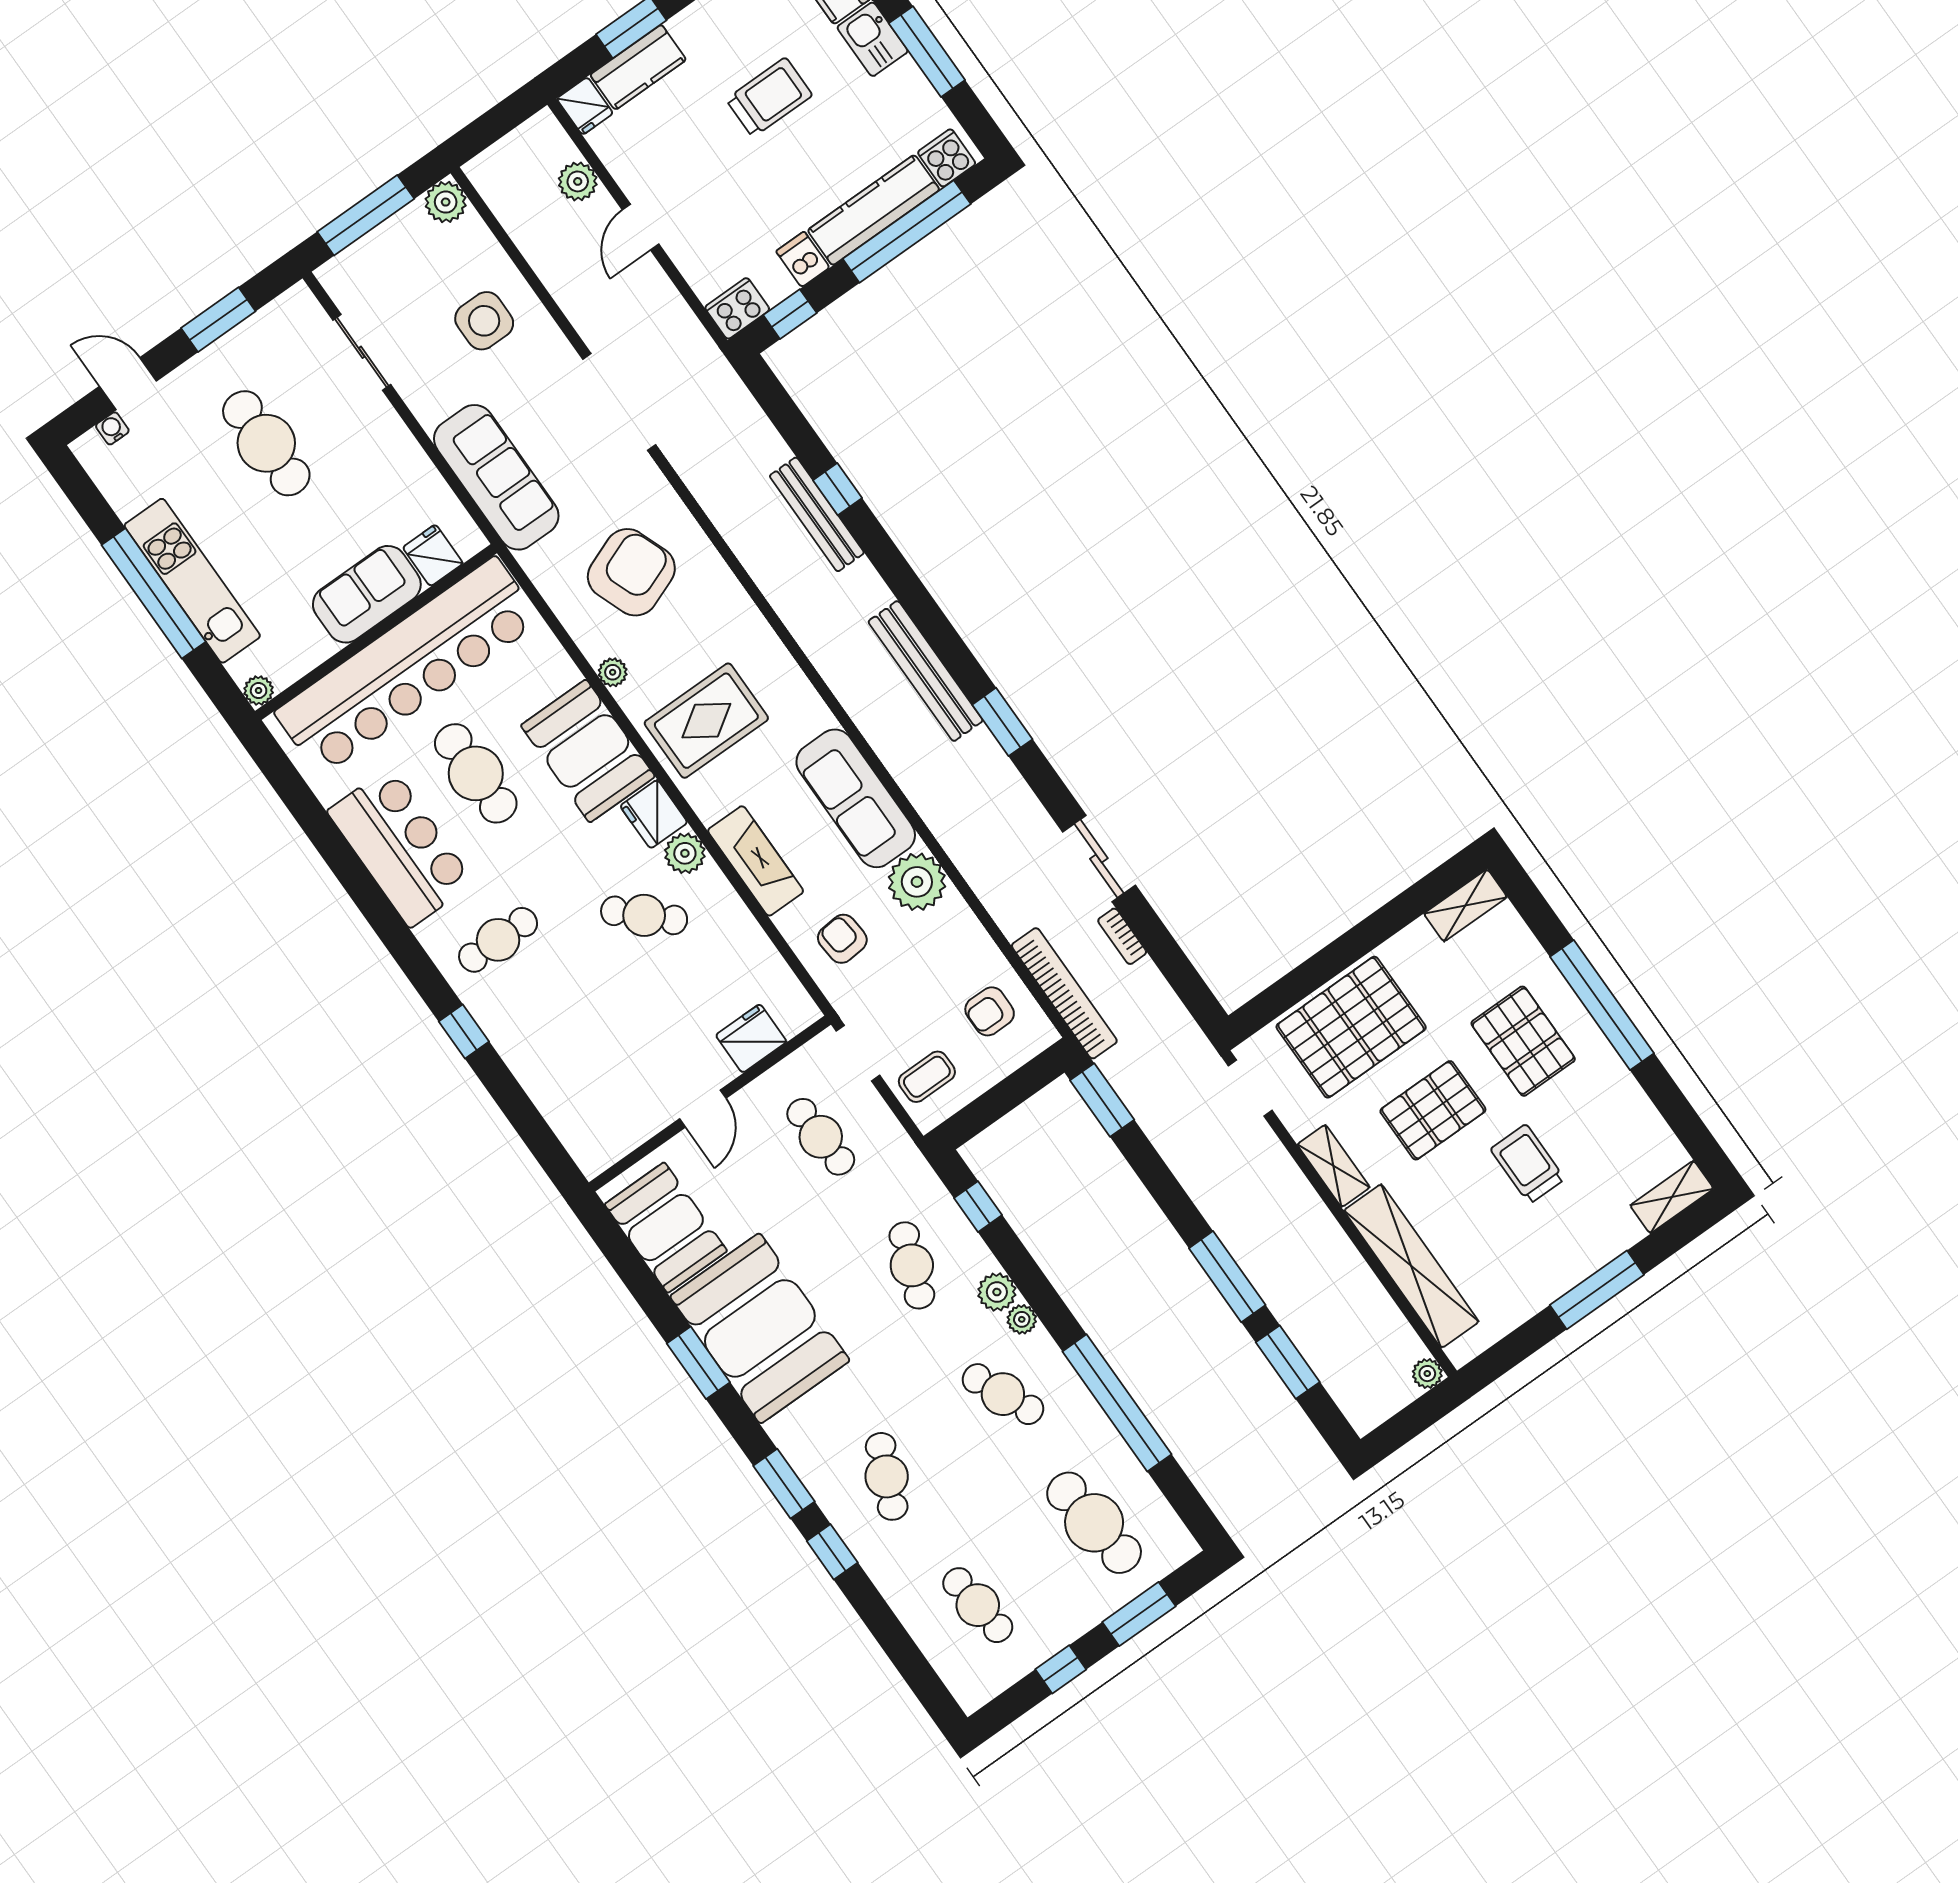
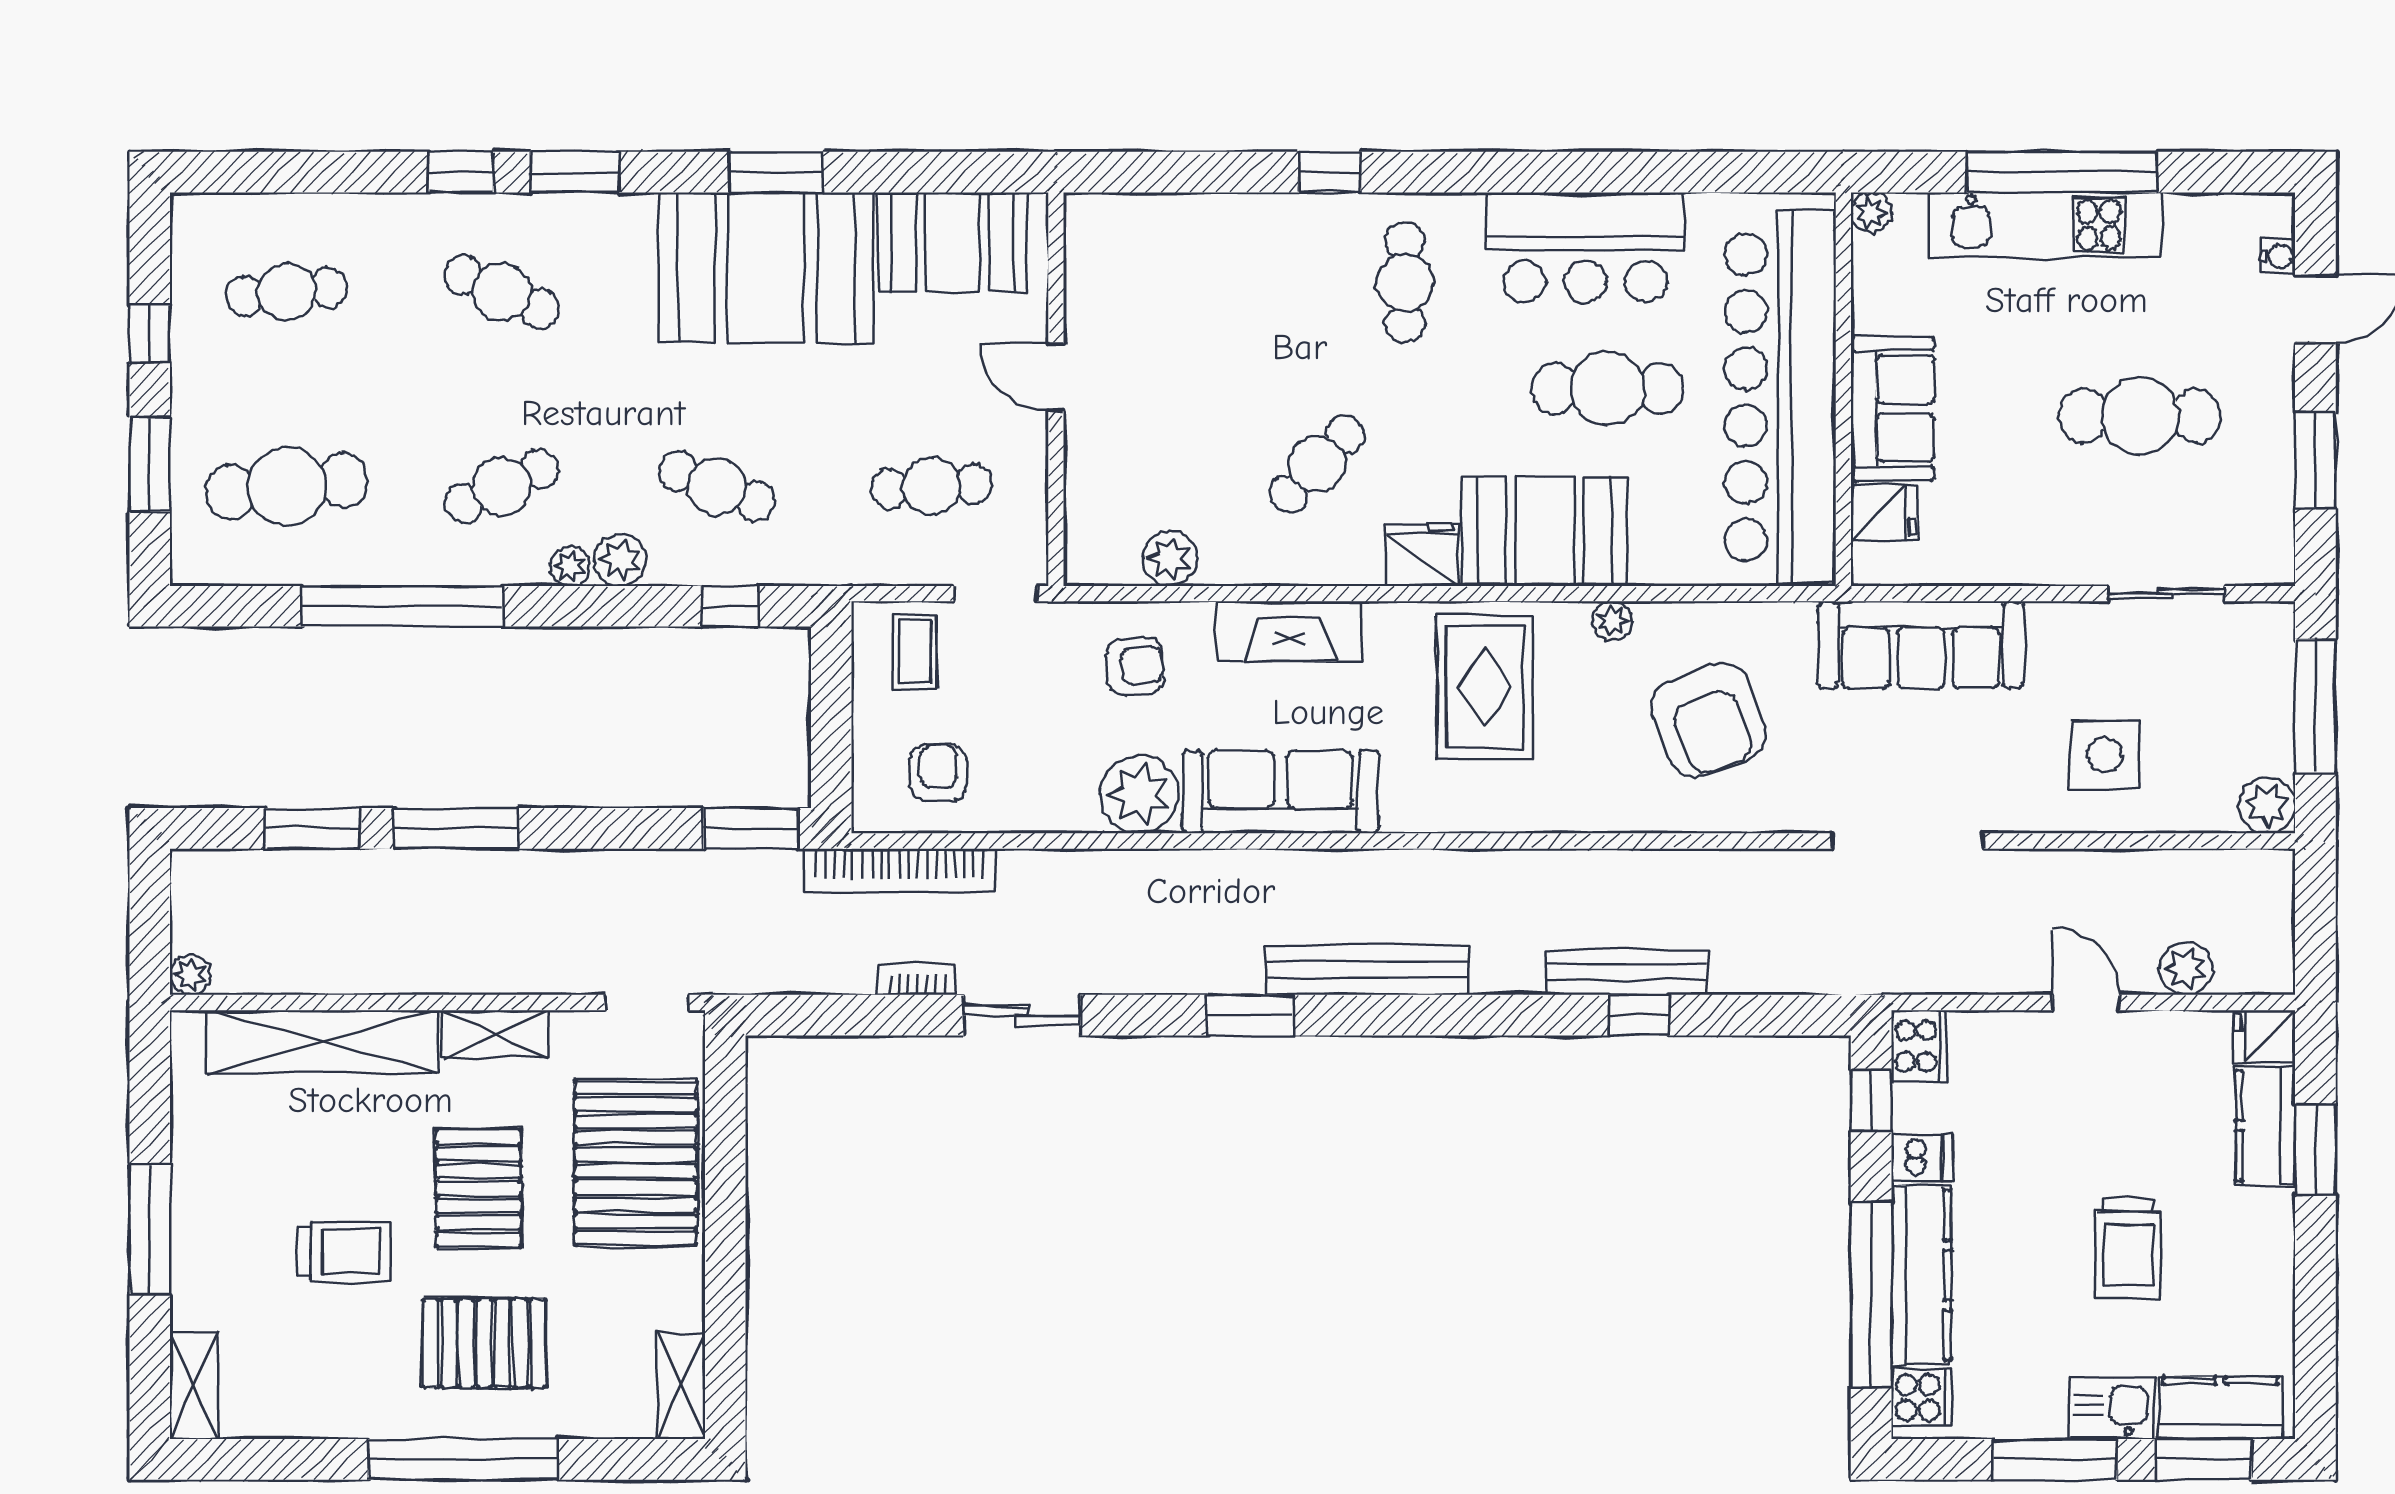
plant: (685, 853) -> (1170, 558), moved
fridge: (751, 1038) -> (1096, 486), removed

